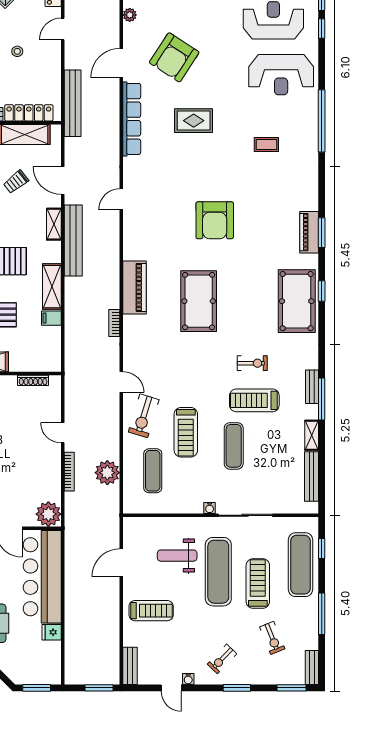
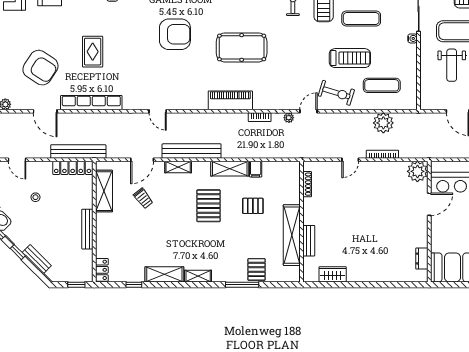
locker: (29, 113) -> (73, 168), moved, turned -90
plant: (114, 358) -> (289, 118), added

